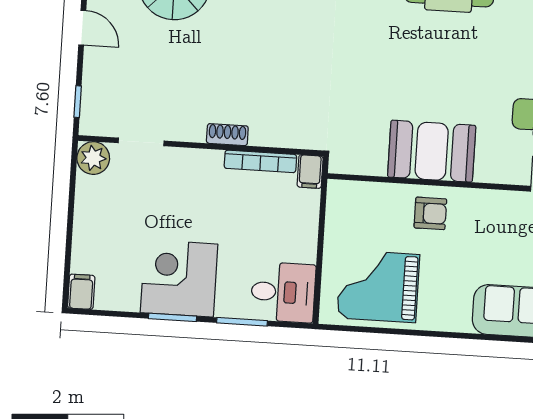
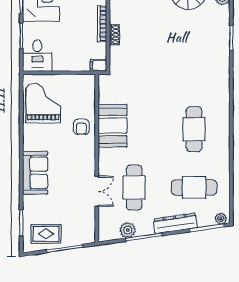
shoe rack: (227, 135) -> (114, 35), moved
bookcase: (260, 161) -> (102, 24), moved

